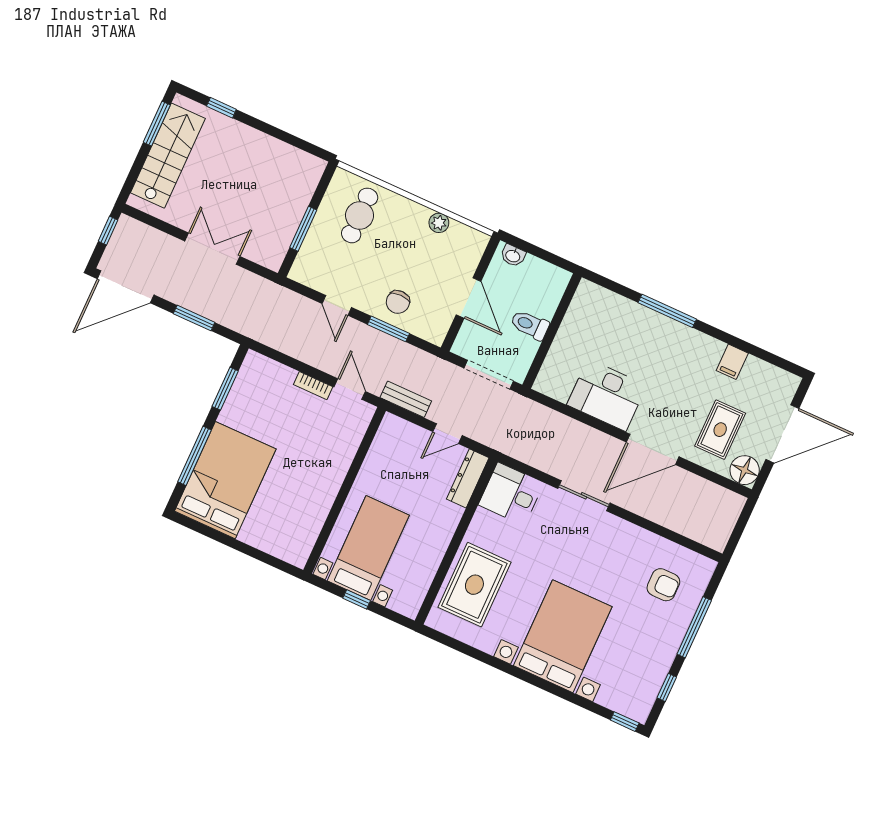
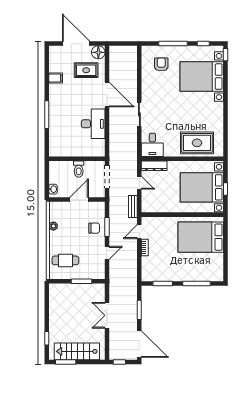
bed: (225, 480) -> (201, 237), moved
bed with nightstands: (368, 548) -> (202, 187), width x1.36
bed with nightstands: (563, 636) -> (202, 77), moved

